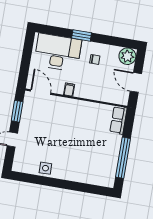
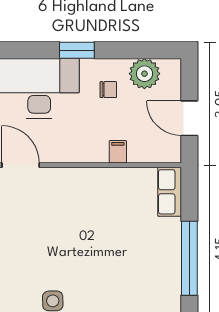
plant: (127, 56) -> (144, 74), moved
filing cabinet: (69, 90) -> (118, 152), moved

